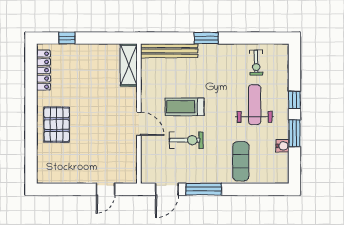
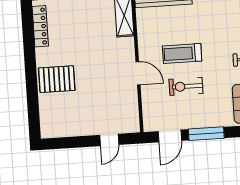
pallet: (57, 125) -> (57, 79), turned 90
exercise bike: (186, 140) -> (186, 86), turned 180

